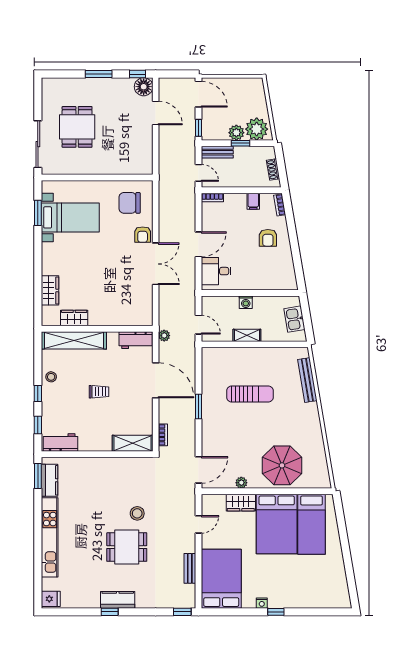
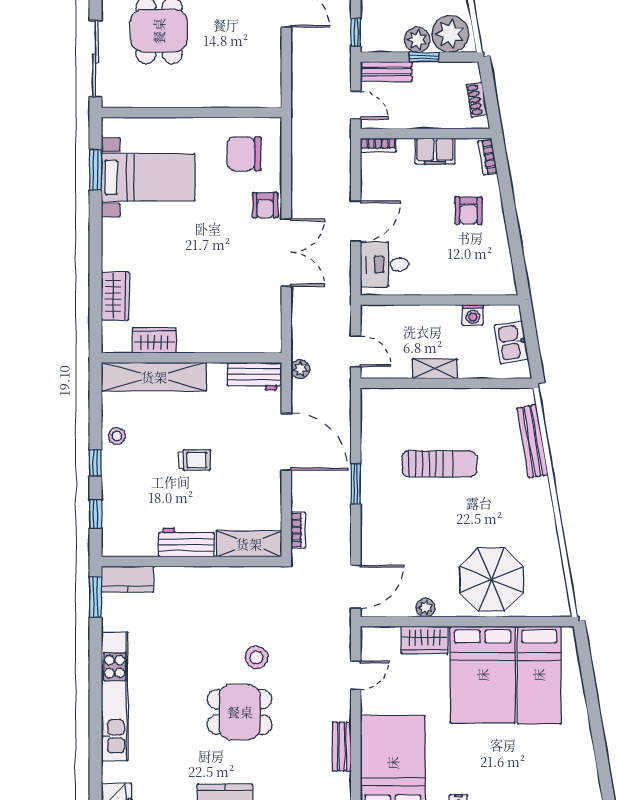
filing cabinet: (253, 201) -> (435, 151), width x2.00
washing machine: (246, 302) -> (473, 315), moved
workbench: (60, 442) -> (186, 542), moved
kitchen counter: (50, 480) -> (127, 579), moved, turned 90

